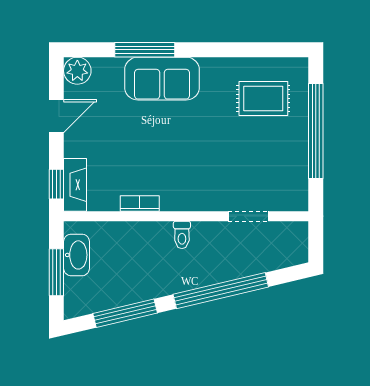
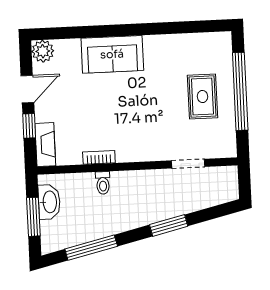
window: (145, 50) -> (97, 31), removed
rug: (263, 98) -> (202, 96), moved, turned 90
window: (56, 184) -> (29, 126), moved
toilet: (182, 235) -> (103, 183), moved
window: (221, 291) -> (169, 225), width x0.47

